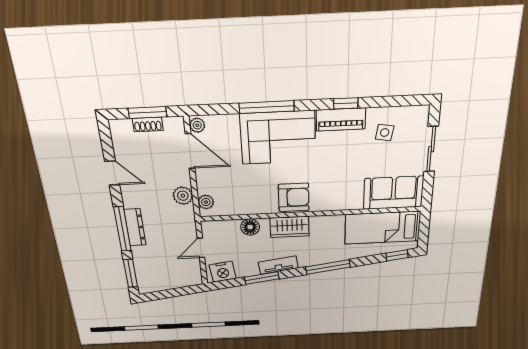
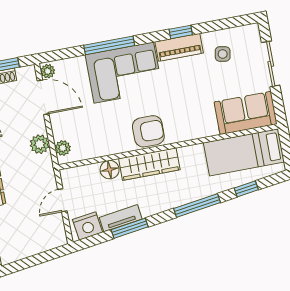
wardrobe: (290, 227) -> (149, 164), width x1.50
window: (397, 255) -> (246, 189), moved
tv unit: (278, 265) -> (121, 218), moved

